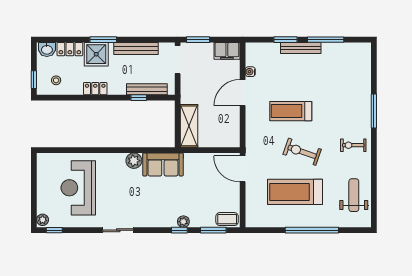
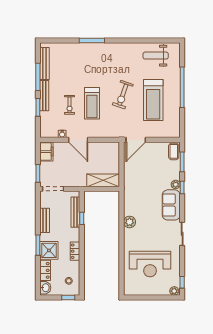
bench: (136, 48) -> (45, 220), width x0.73
bench: (343, 48) -> (45, 64), added
exercise bike: (353, 145) -> (70, 105), moved
sofa: (163, 164) -> (171, 205), moved, turned 180

